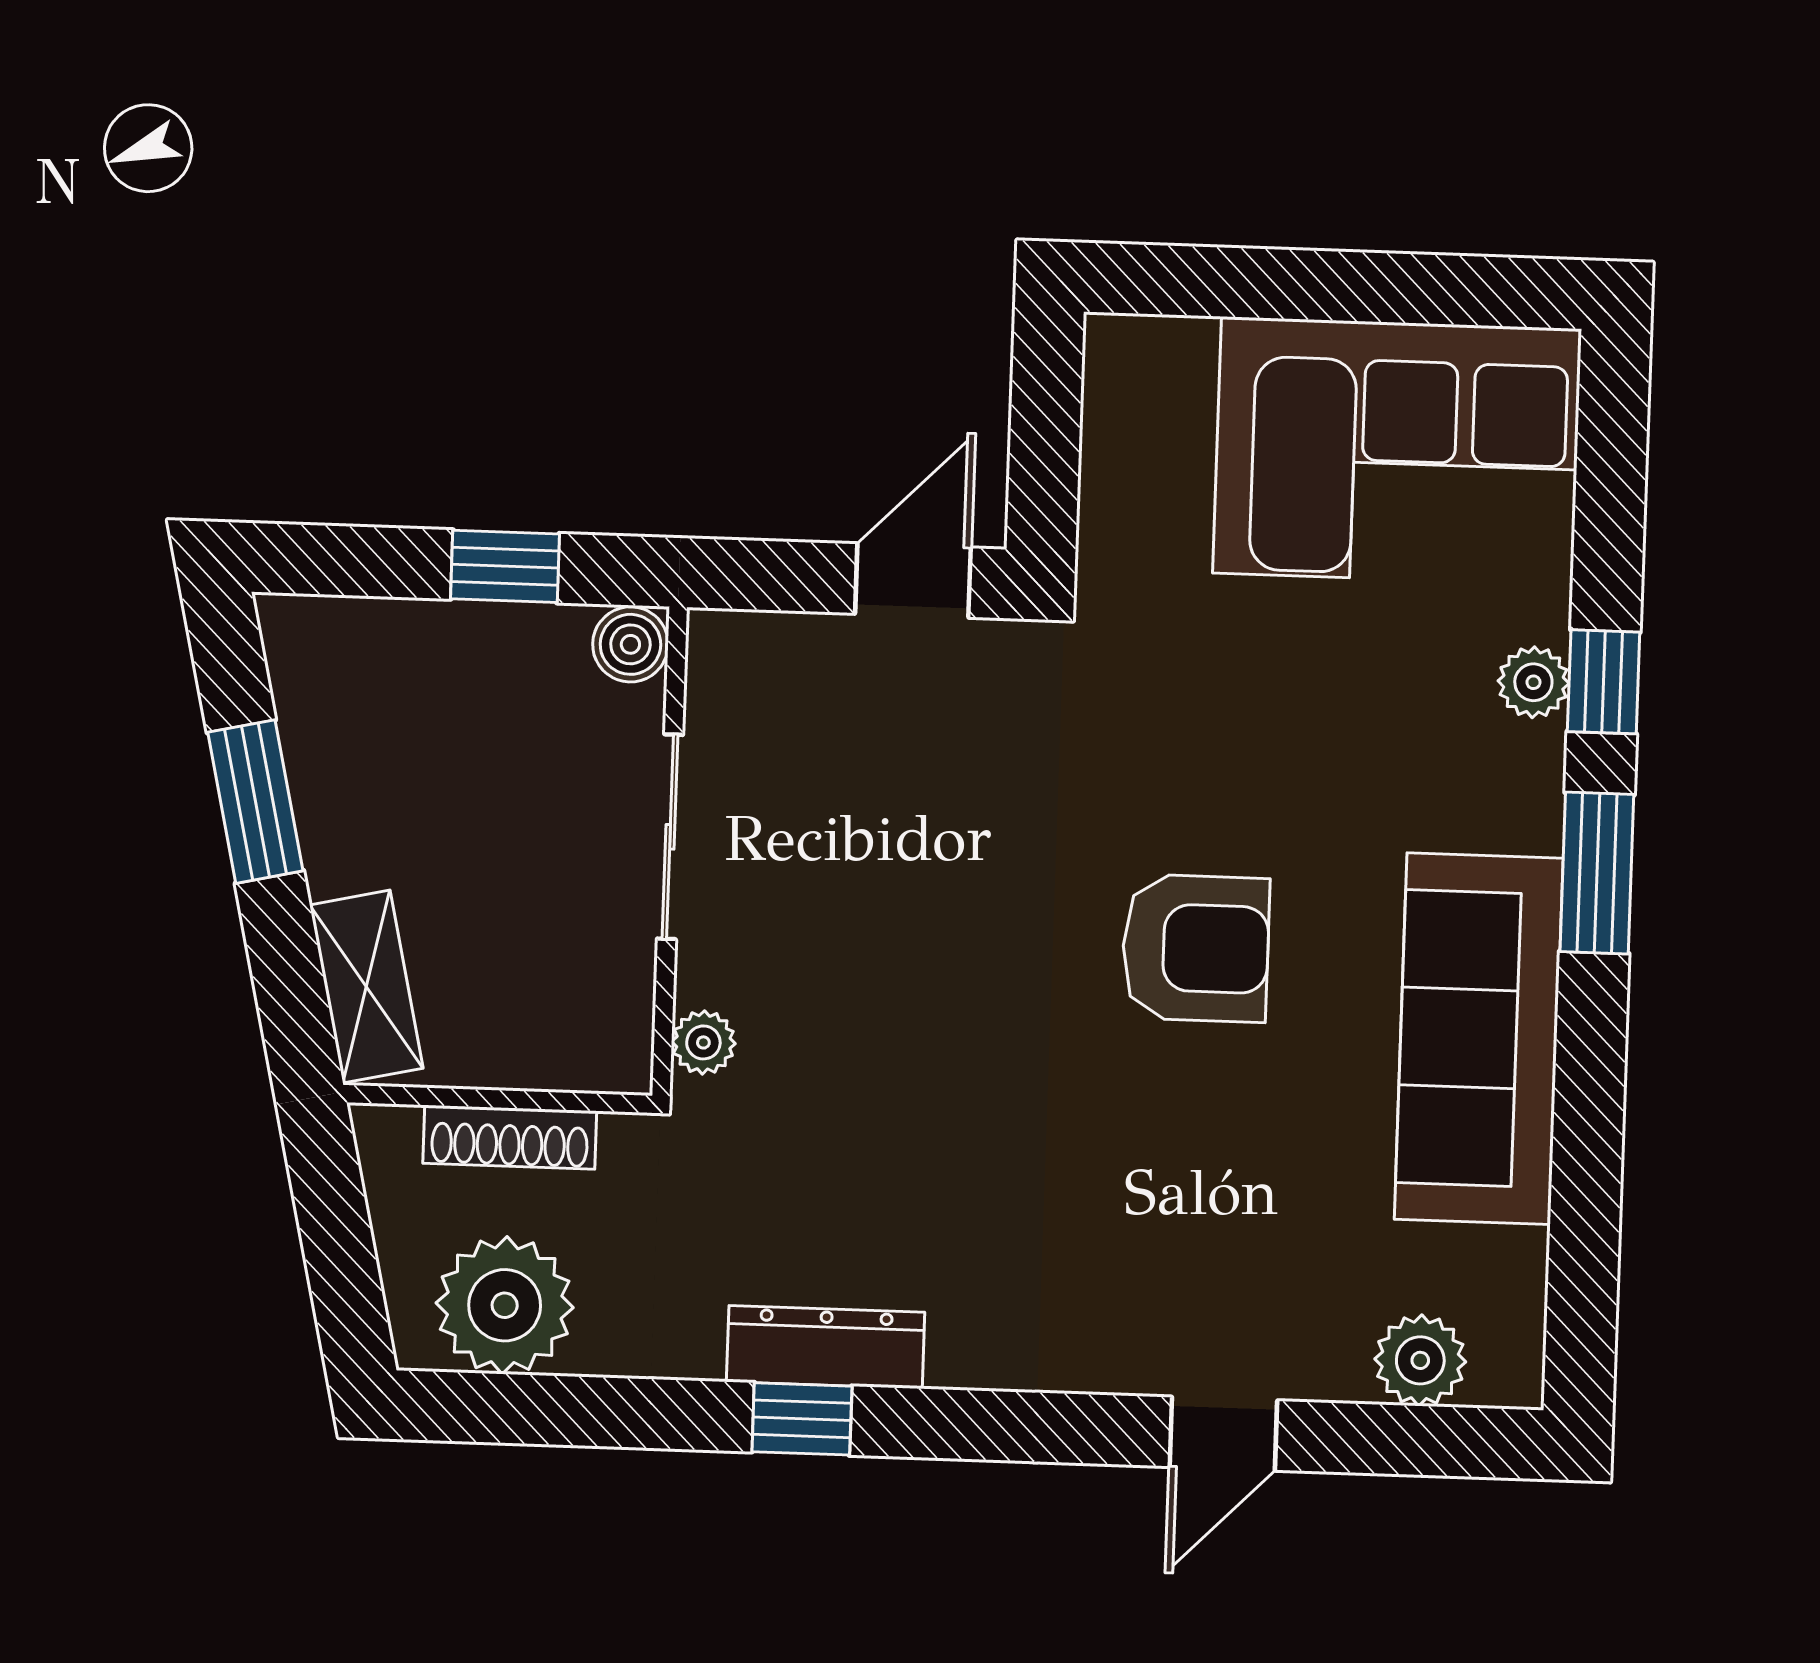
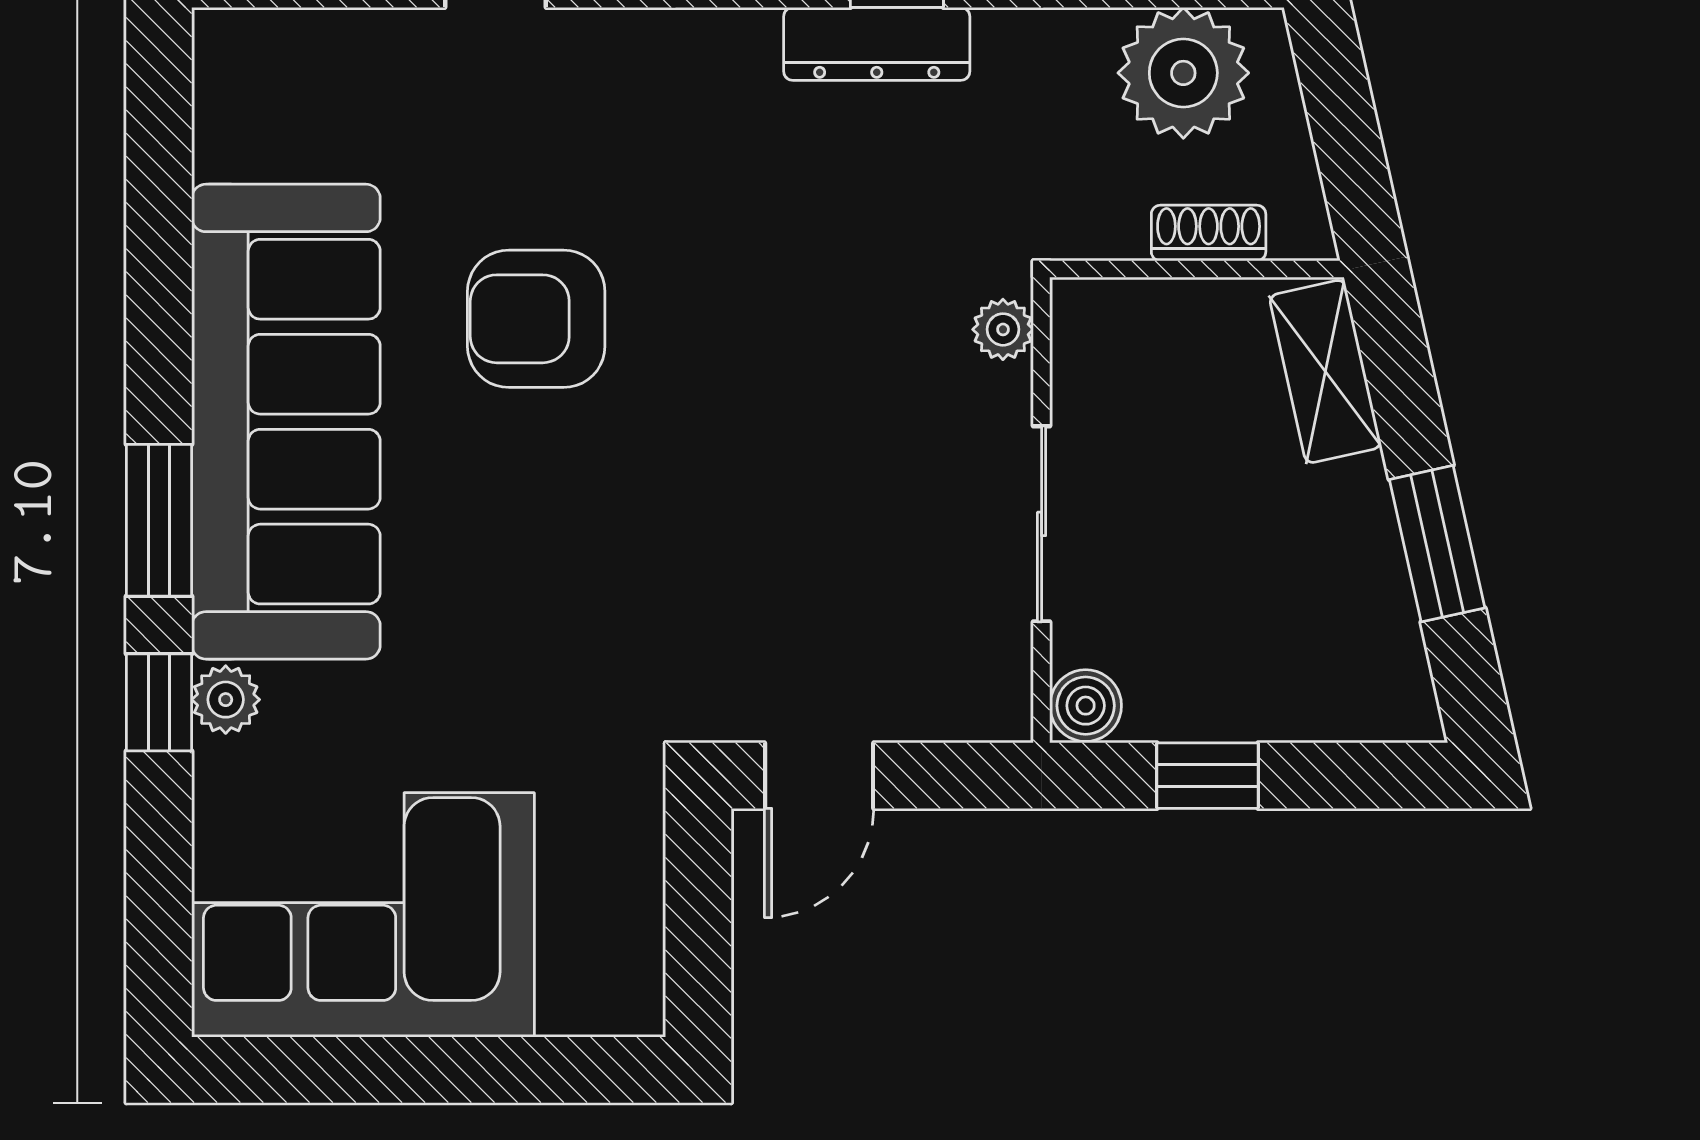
armchair: (1196, 948) -> (536, 319), moved
sofa: (1479, 1039) -> (286, 422), width x1.36, depth x1.27
shoe rack: (510, 1137) -> (1209, 233), width x0.70
plant: (1420, 1360) -> (311, 51), removed

